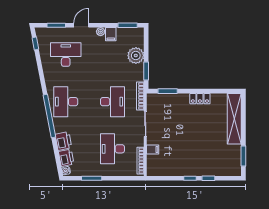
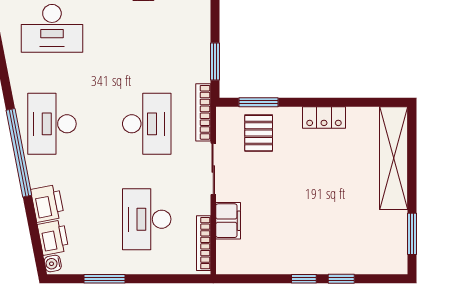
desk: (66, 55) -> (52, 28), turned 180
plant: (136, 56) -> (194, 30), removed
pallet: (168, 106) -> (259, 133), added
filing cabinet: (153, 149) -> (228, 221), width x2.00

